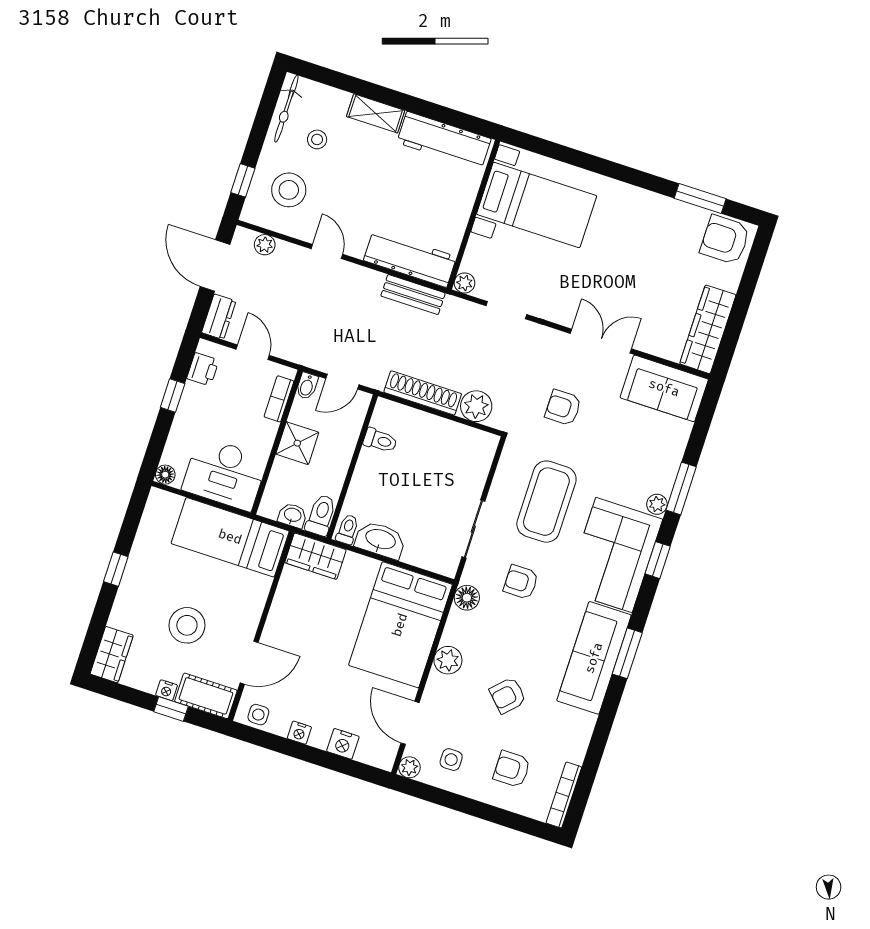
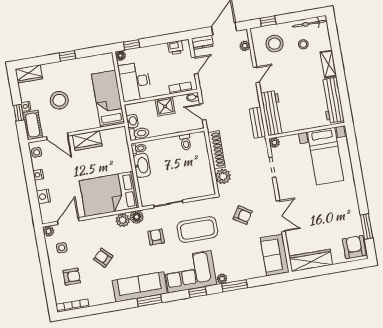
window: (173, 396) -> (132, 45), moved
armchair: (563, 408) -> (243, 215), turned 122
wardrobe: (316, 556) -> (87, 140), moved, turned -90
plant: (448, 660) -> (123, 220), moved
armchair: (512, 769) -> (72, 277), turned 90

